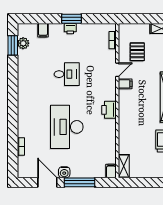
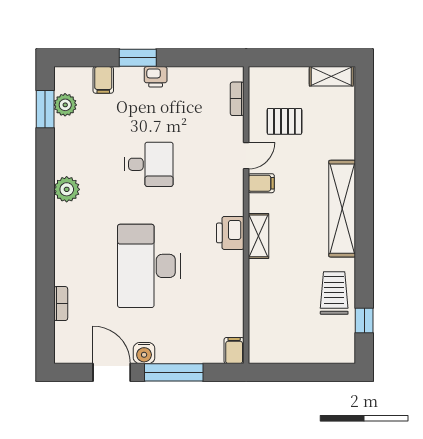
window: (72, 19) -> (138, 58), moved
pallet: (137, 52) -> (284, 121), turned 90
plant: (24, 87) -> (67, 189), added
shelving: (124, 166) -> (259, 236), moved

